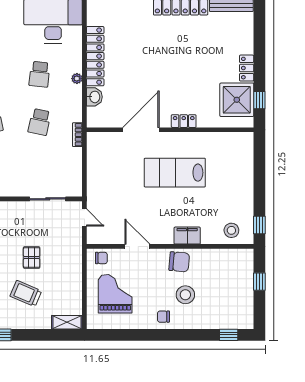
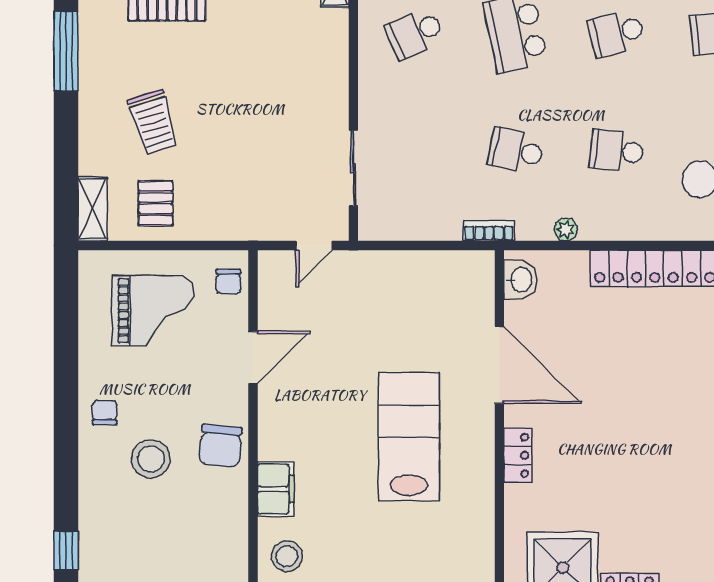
plant: (77, 79) -> (566, 230), moved
washbasin: (94, 97) -> (520, 280), moved, turned -90
filing cabinet: (187, 236) -> (276, 489), moved
pallet: (32, 258) -> (156, 203), moved, turned 90
trolley: (26, 294) -> (153, 122), turned 140

